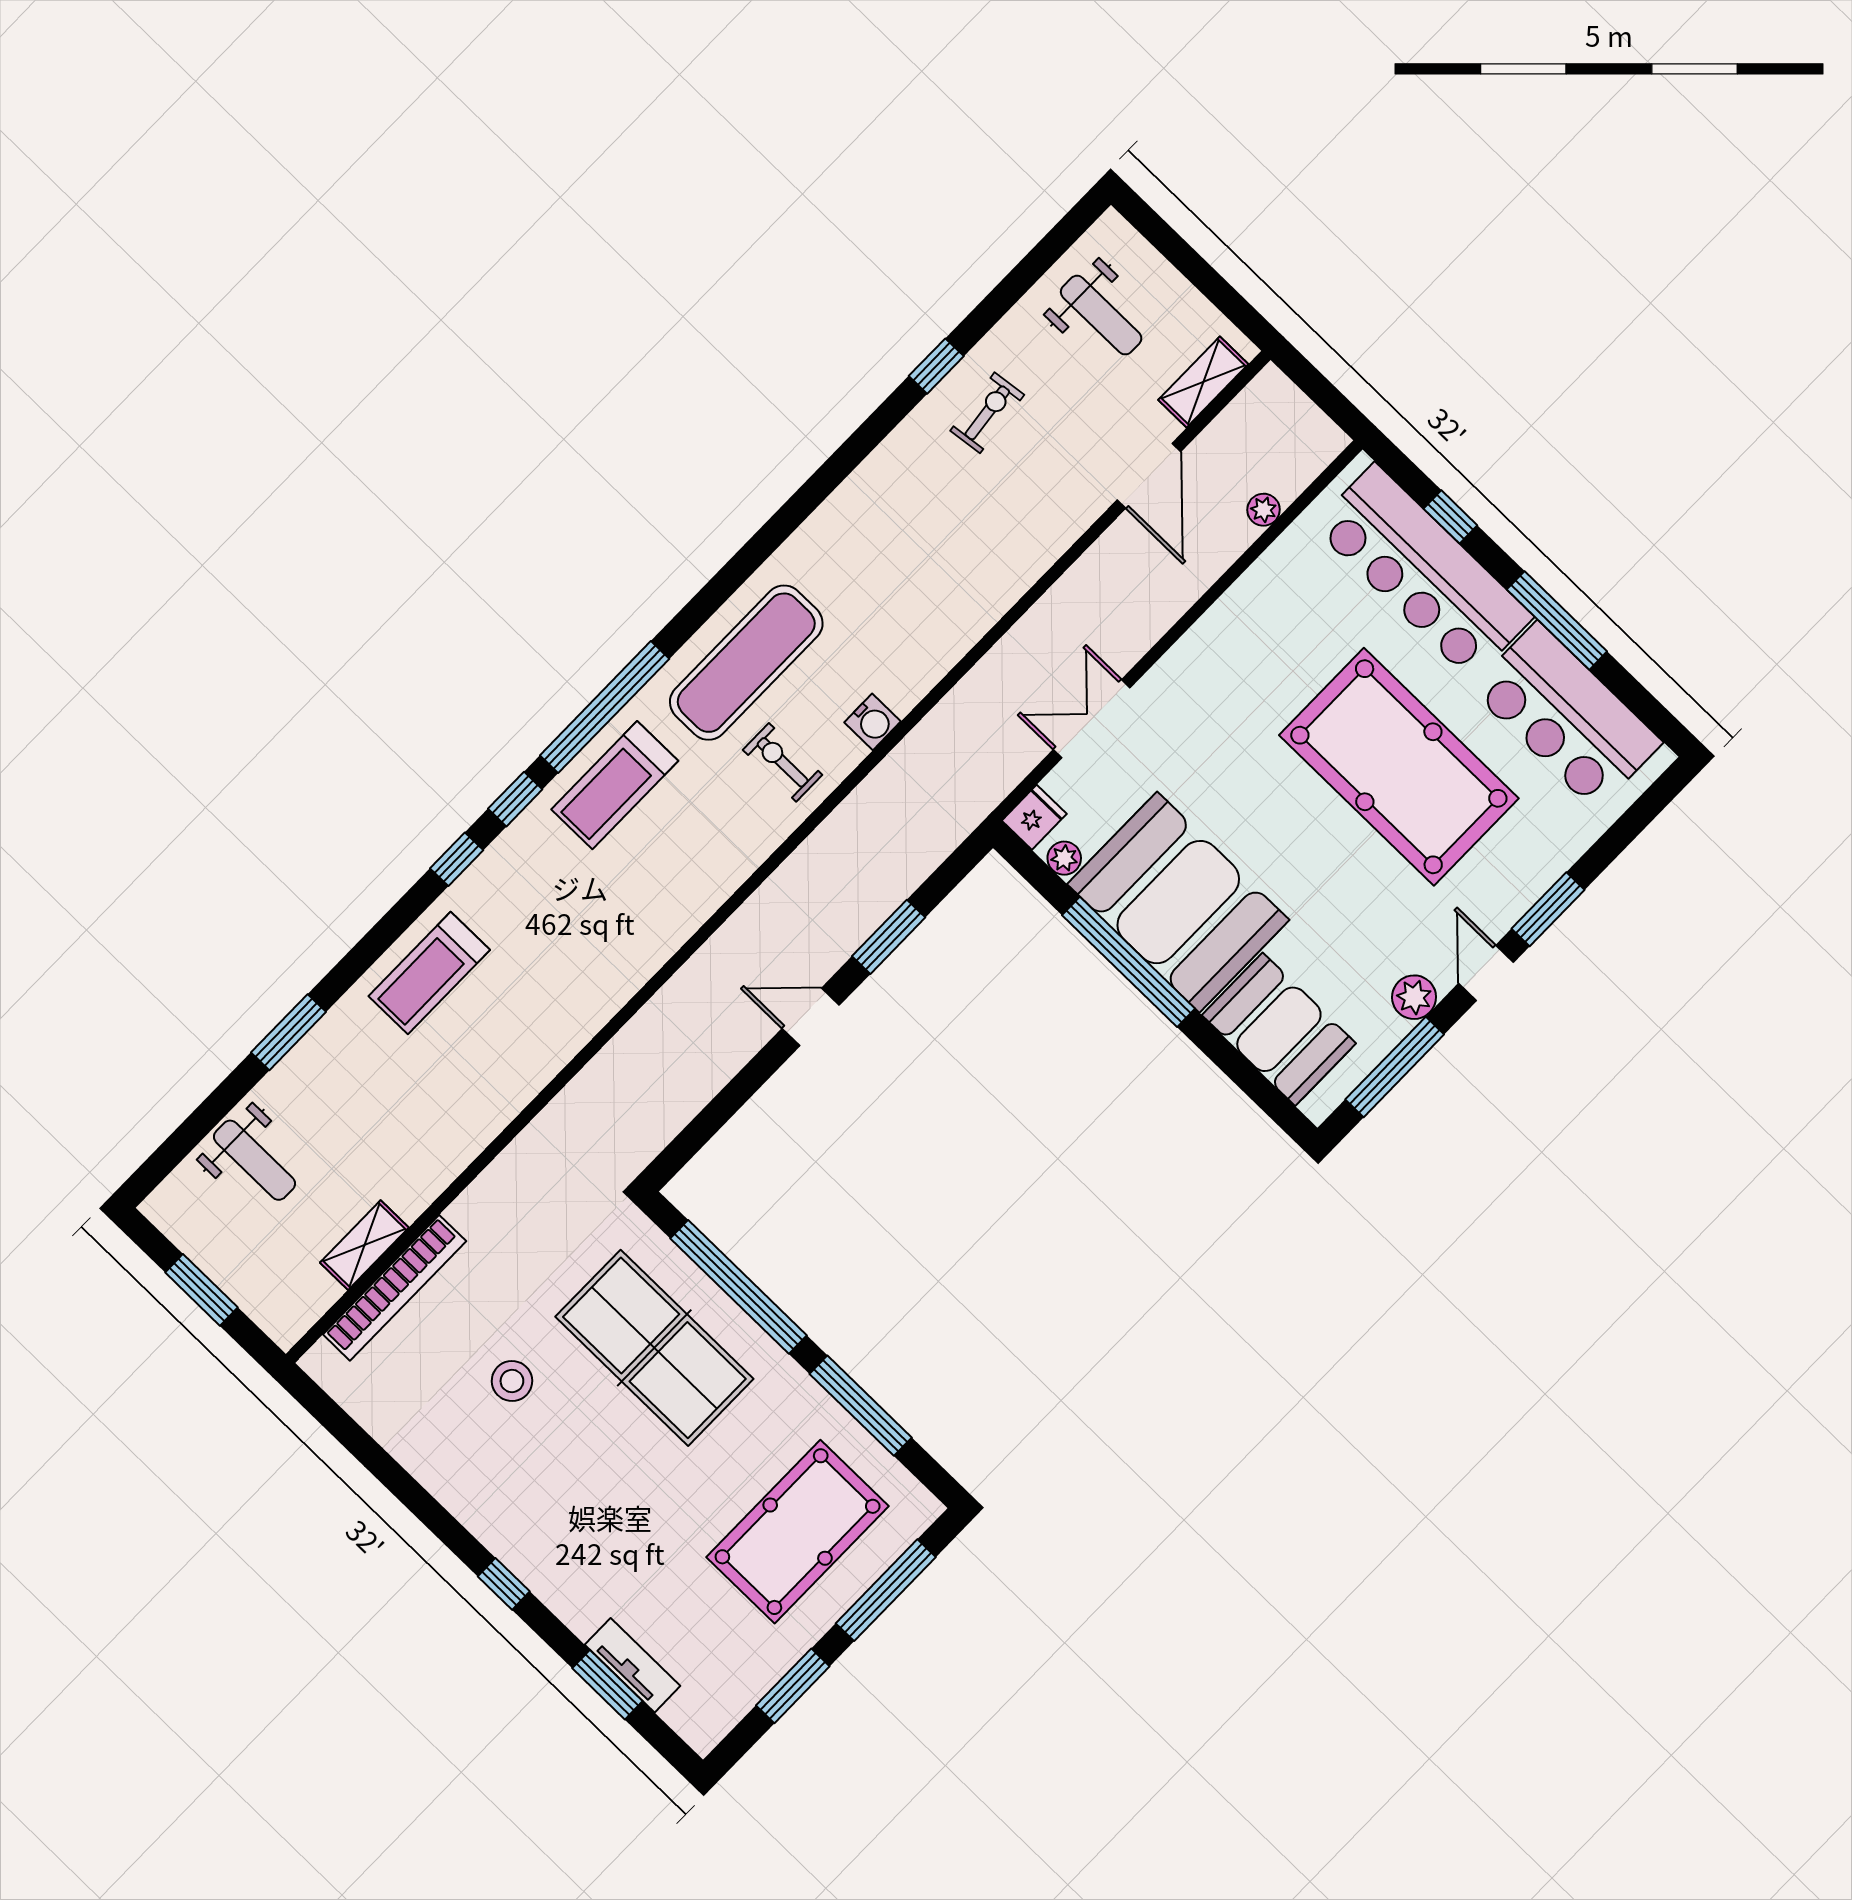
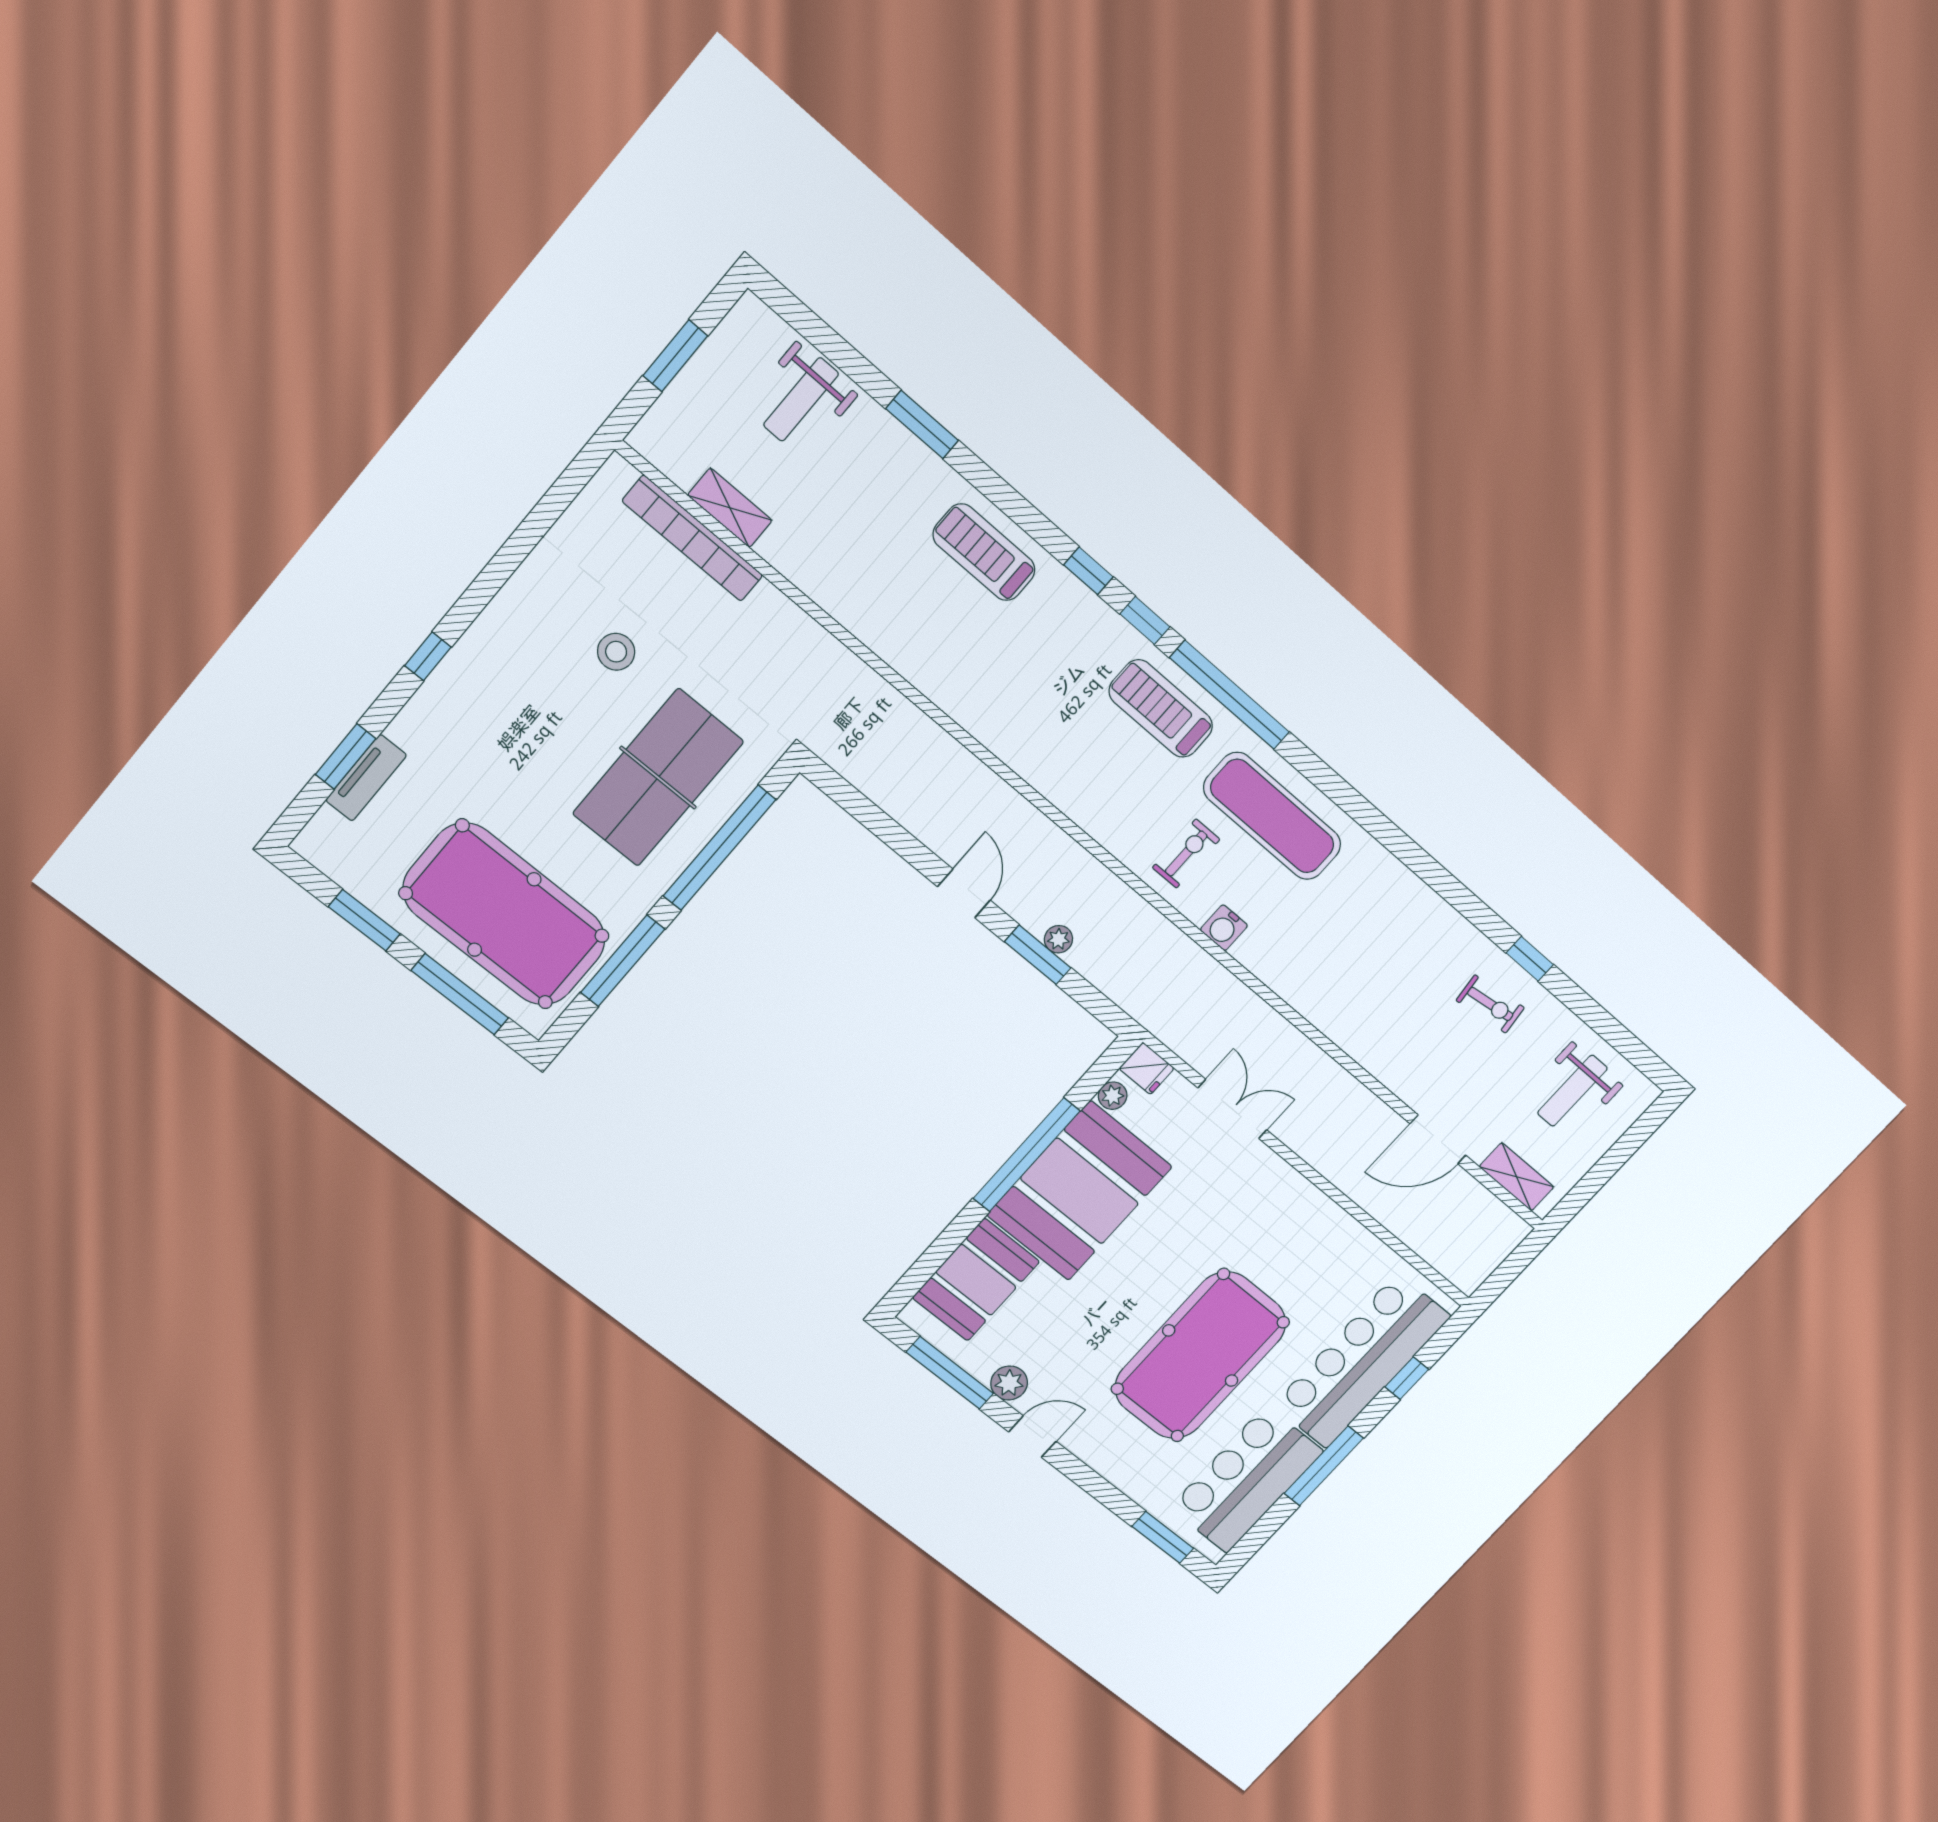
plant: (1263, 510) -> (1058, 939), moved
window: (1548, 909) -> (1163, 1537), moved
pool table: (798, 1532) -> (504, 915), width x1.36, depth x1.32

